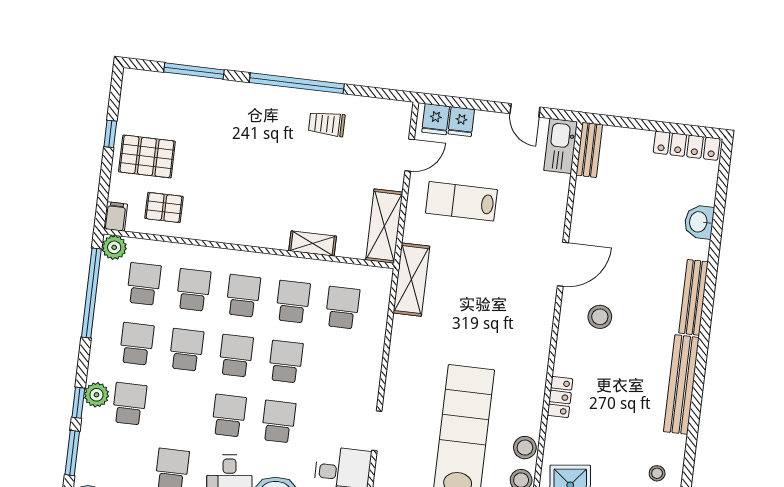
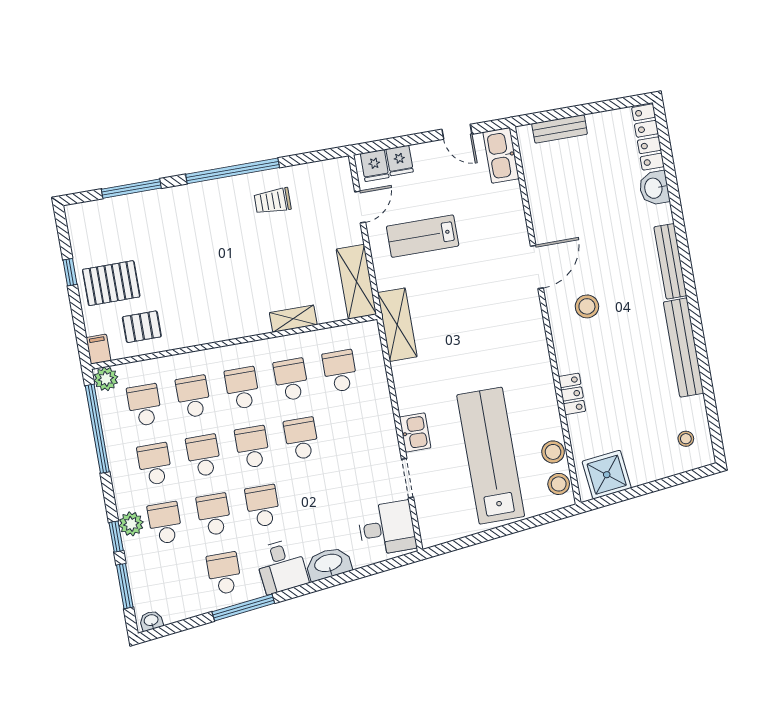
locker: (687, 146) -> (648, 137), moved, turned 90
bench: (589, 150) -> (560, 129), moved, turned 90
kitchen sink: (397, 389) -> (415, 432), added
school desk: (279, 421) -> (214, 514), moved

